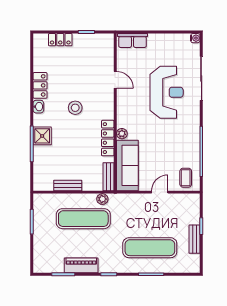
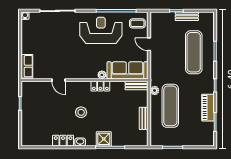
locker: (60, 40) -> (26, 124), removed
door: (115, 80) -> (58, 80), swing flipped
reception desk: (167, 92) -> (101, 30), moved
locker: (108, 138) -> (100, 86), width x0.66

